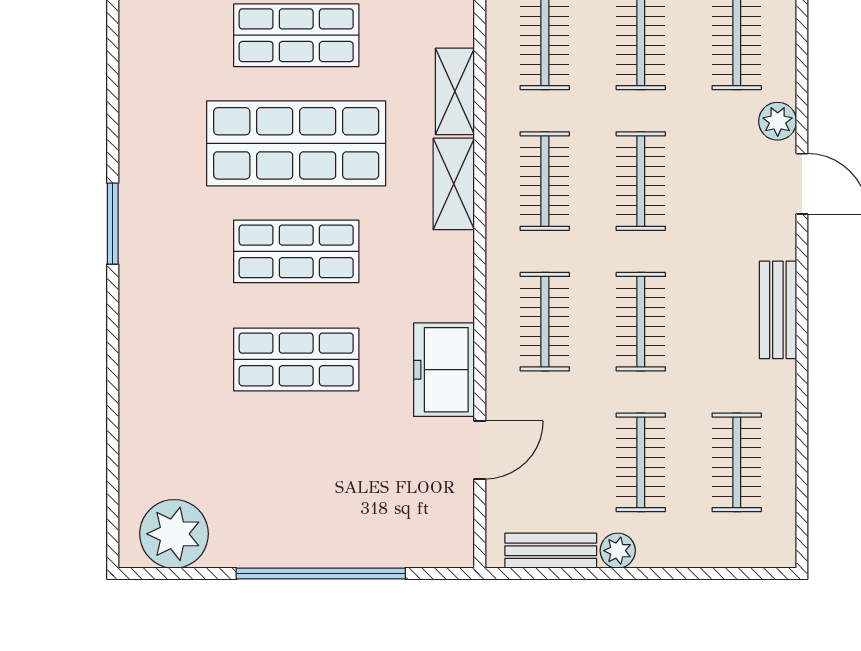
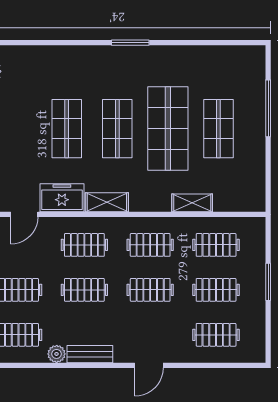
plant: (778, 121) -> (57, 354), moved
shelving: (454, 184) -> (107, 202), moved
door: (480, 450) -> (24, 214), hinge flipped

